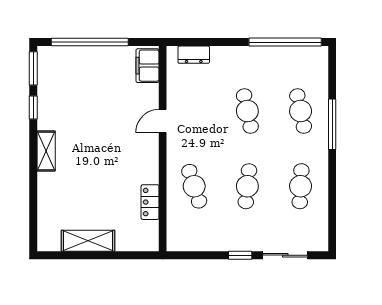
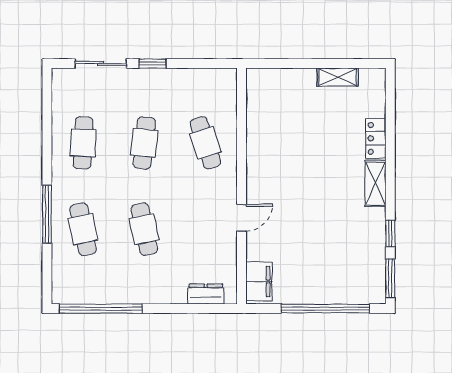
locker: (150, 202) -> (376, 138), moved, turned 180
shelving: (88, 241) -> (338, 77), width x0.67, depth x0.75

